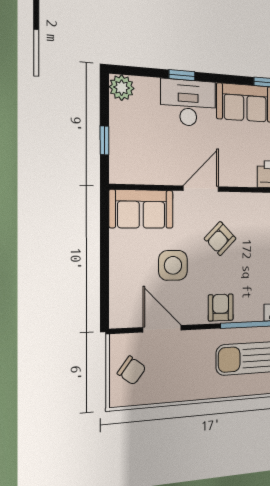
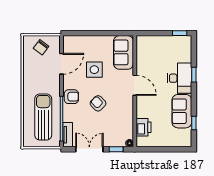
plant: (122, 88) -> (185, 42), removed
window: (104, 140) -> (180, 33), moved
armchair: (220, 239) -> (98, 103), moved

